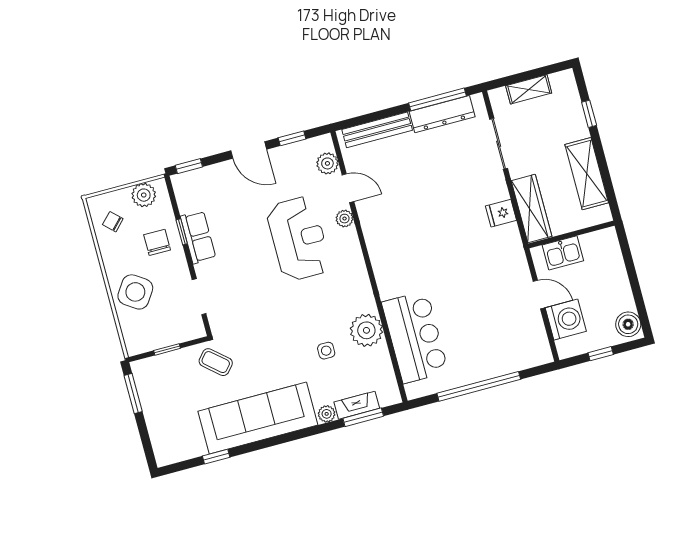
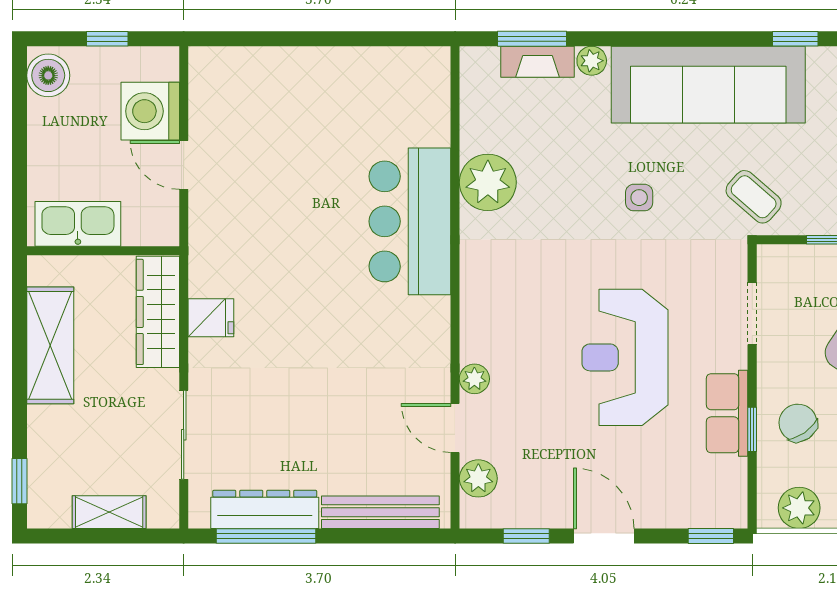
window: (589, 114) -> (19, 481), moved
reception desk: (298, 239) -> (625, 357), moved
chair: (157, 242) -> (798, 423), turned 145
kitchen sink: (563, 253) -> (78, 224), moved, width x1.38
bar counter: (415, 337) -> (410, 221), moved
side table: (326, 351) -> (639, 198), moved
window: (479, 386) -> (325, 39), removed

